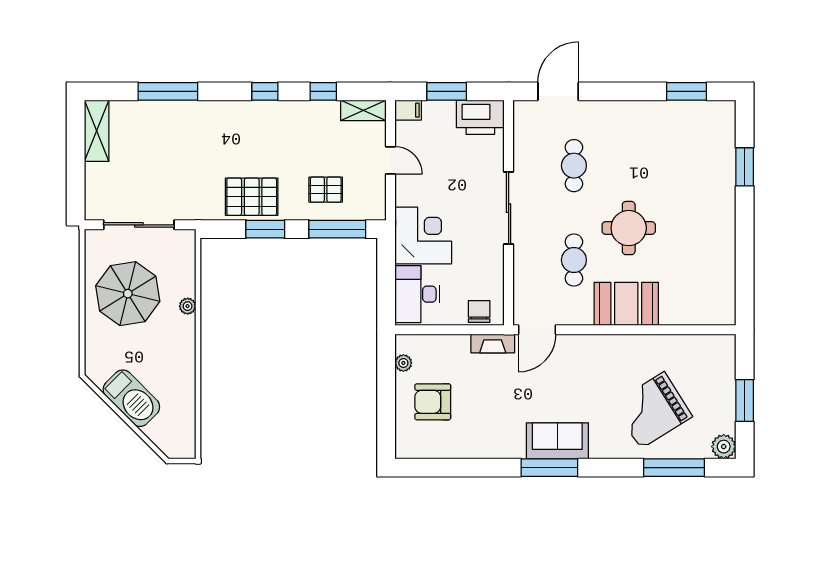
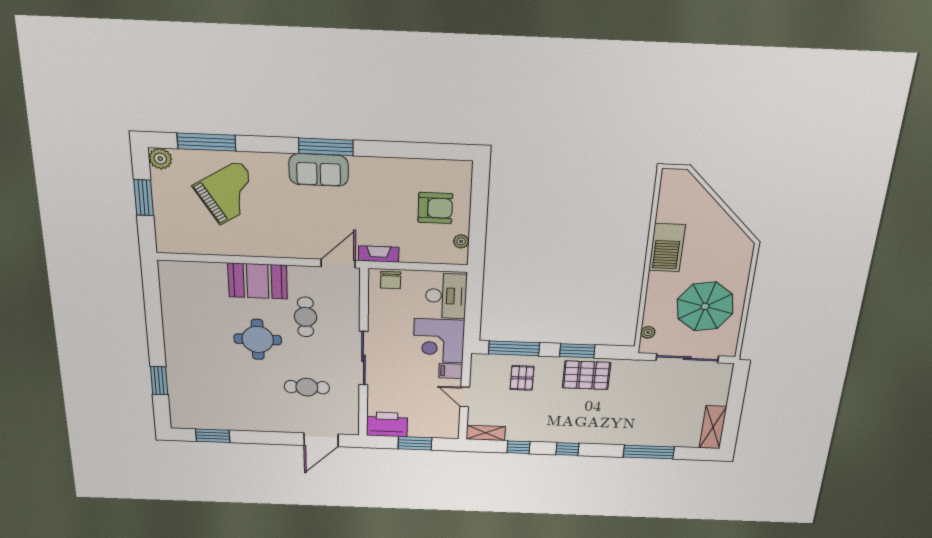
filing cabinet: (408, 110) -> (451, 371), moved
cafe table: (574, 166) -> (307, 387), turned 90
pallet: (326, 190) -> (522, 378), turned 90
plant: (188, 306) -> (648, 332), moved
barbecue: (131, 398) -> (667, 248), moved, turned -135

